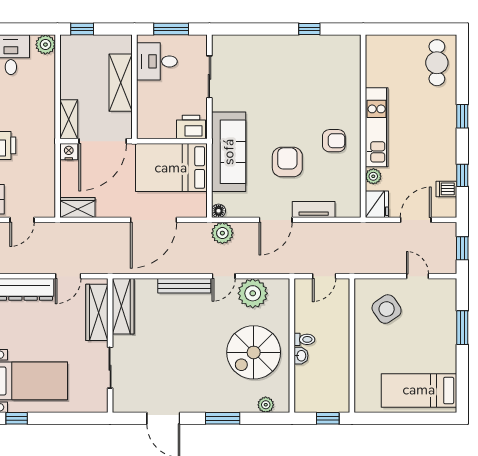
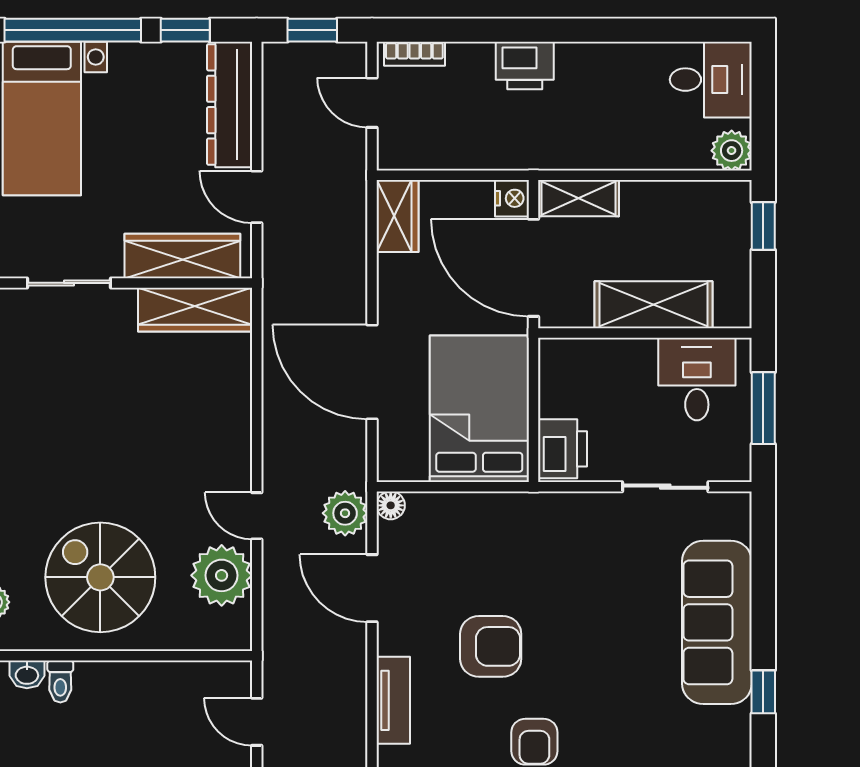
sofa: (229, 152) -> (717, 622), moved, turned 90
door: (276, 220) -> (372, 588), moved
bench: (184, 286) -> (237, 435), removed
toilet: (304, 339) -> (60, 681), moved
washbasin: (301, 356) -> (27, 674), moved

